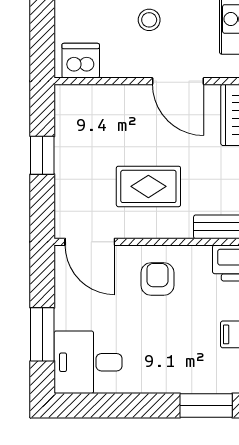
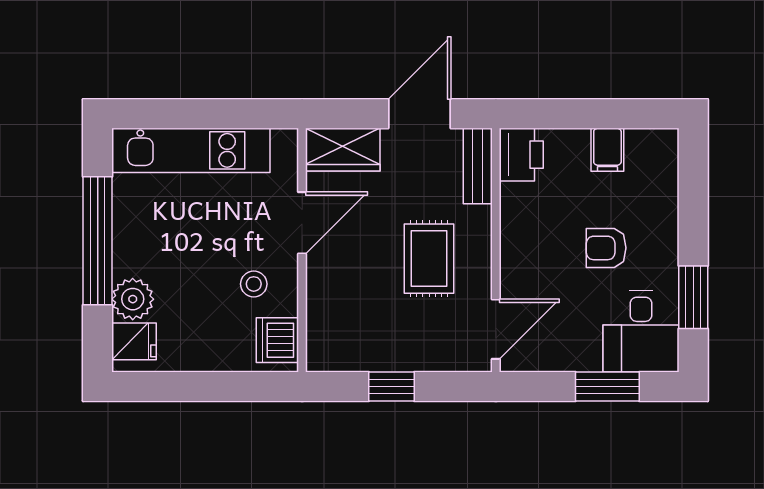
stool: (149, 20) -> (254, 284), moved
armchair: (157, 279) -> (606, 248), moved
window: (206, 406) -> (693, 297), moved

